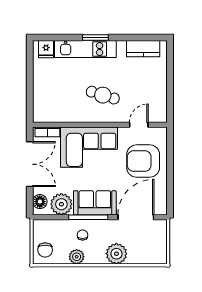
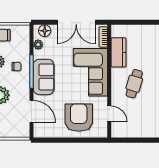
kitchen counter: (66, 114) -> (118, 52), added
plant: (61, 204) -> (38, 45), width x0.53, depth x0.53
door: (136, 217) -> (31, 112), width x0.73

